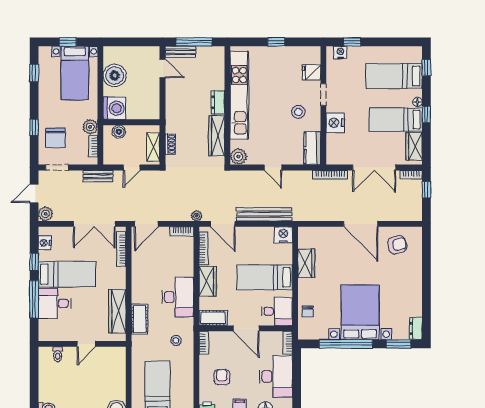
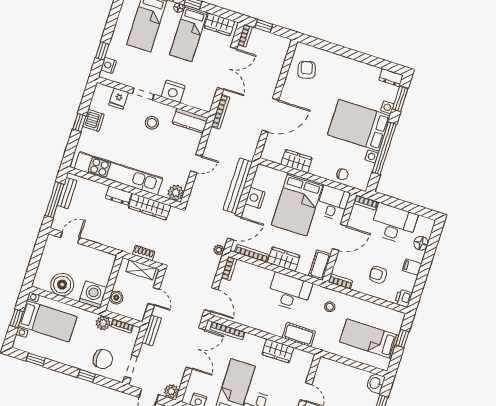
bench: (180, 52) -> (67, 193), moved
dishwasher: (283, 55) -> (93, 120), added
door: (361, 224) -> (270, 115), moved
nightstand: (283, 235) -> (255, 198), moved
bed: (265, 277) -> (297, 204), width x1.50
wardrobe: (117, 311) -> (278, 351), width x0.67

